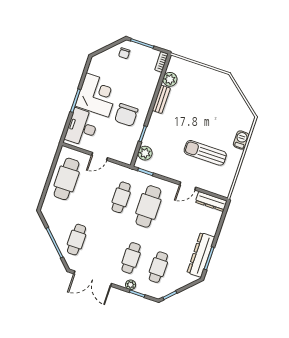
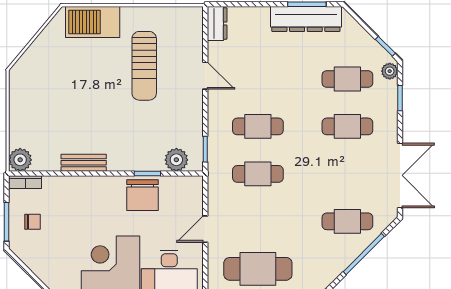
chair: (124, 53) -> (32, 222), moved
plant: (170, 79) -> (20, 160), moved
chair: (126, 115) -> (143, 195), moved, turned 90
barbecue: (241, 140) -> (93, 22), width x1.88, depth x1.53
door: (100, 156) -> (205, 229), swing flipped
dresser: (211, 201) -> (217, 23), width x0.70
cafe table: (148, 206) -> (258, 126), width x0.73, depth x0.74
plant: (131, 285) -> (390, 71), moved

